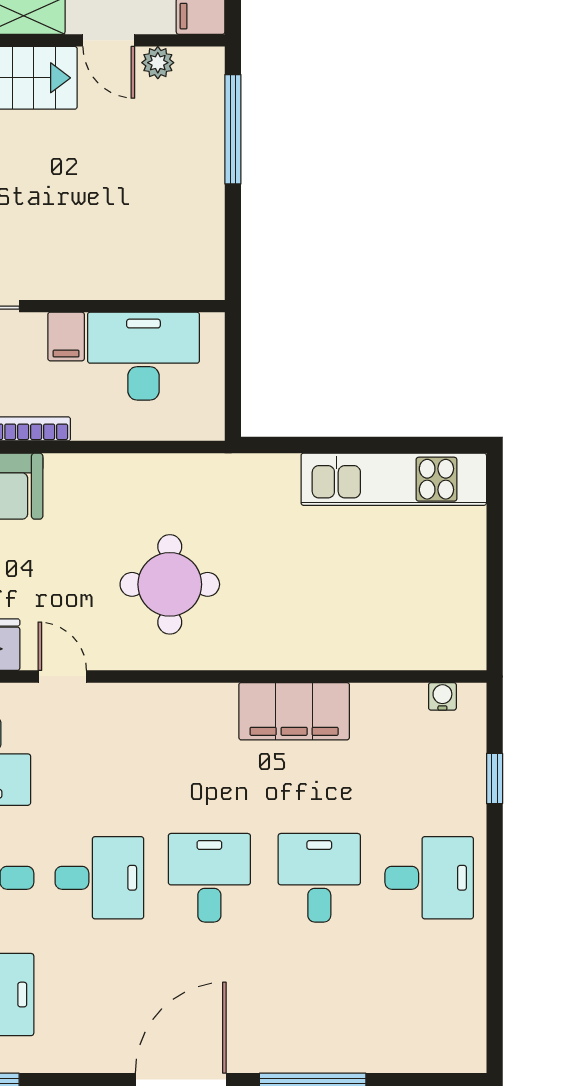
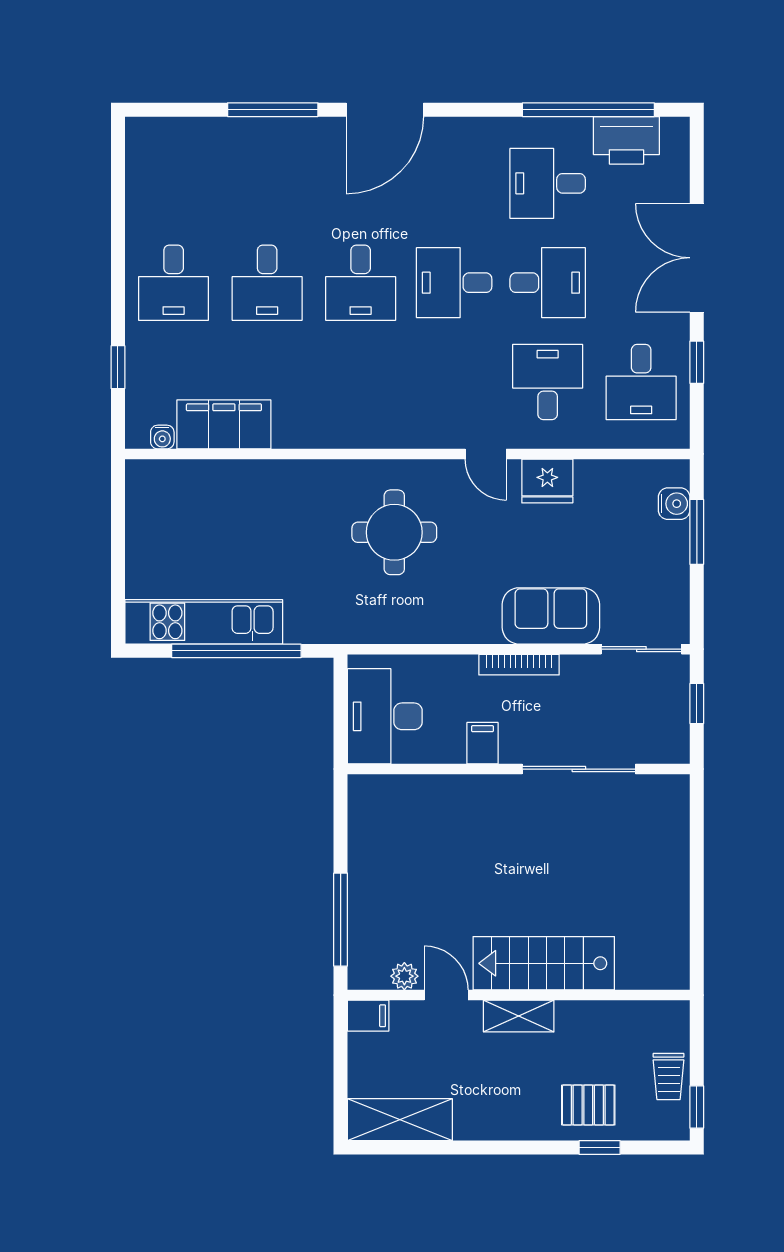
desk: (143, 356) -> (385, 716), moved, turned 90
window: (355, 445) -> (236, 651), added
filing cabinet: (294, 711) -> (224, 424), moved
desk: (429, 878) -> (174, 283), turned -90

